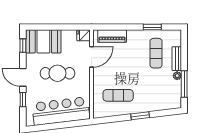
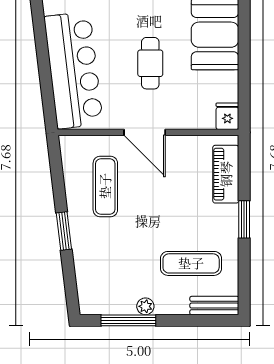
window: (152, 27) -> (244, 219), moved
door: (92, 57) -> (145, 132), moved
bench: (177, 59) -> (214, 306), moved
cafe table: (57, 73) -> (150, 63), width x0.73, depth x0.74

